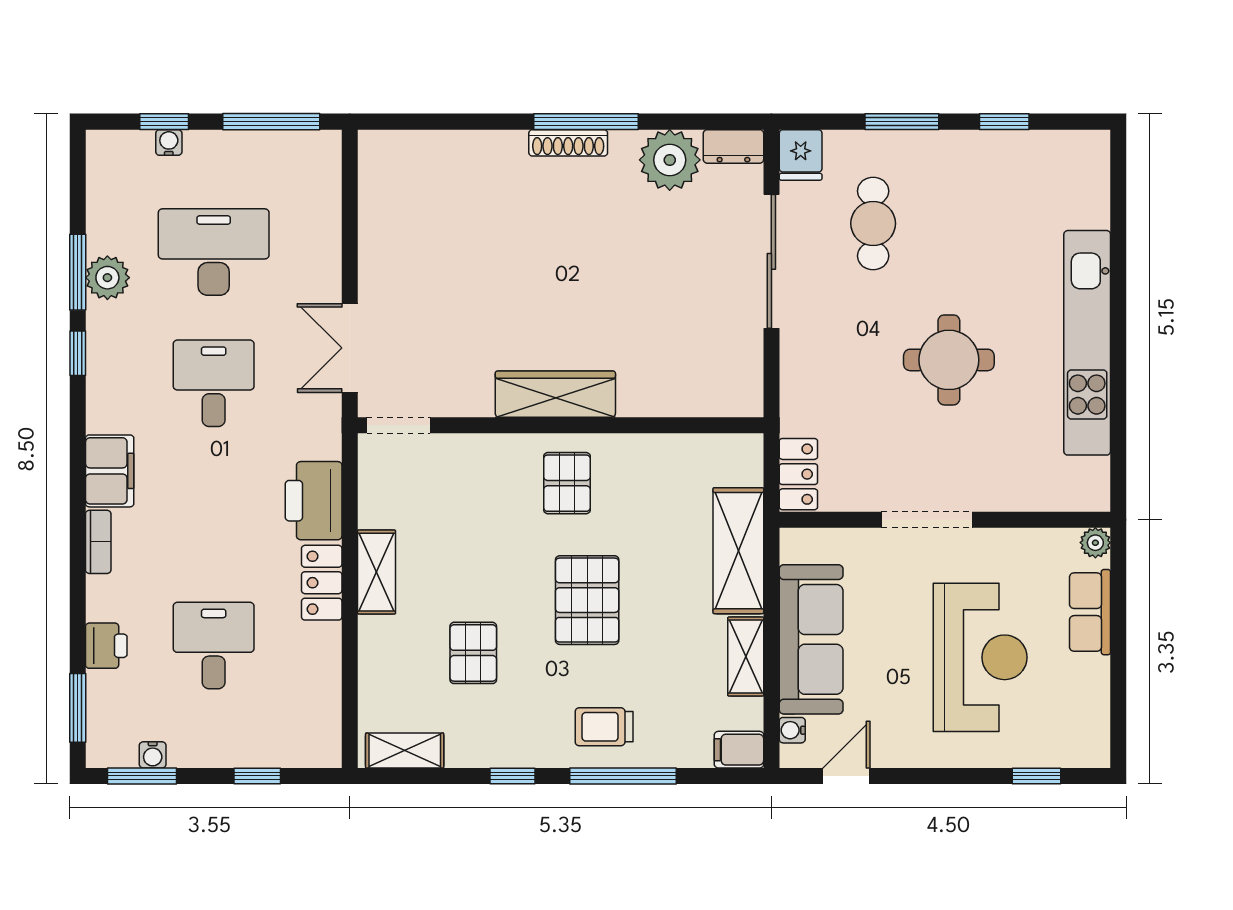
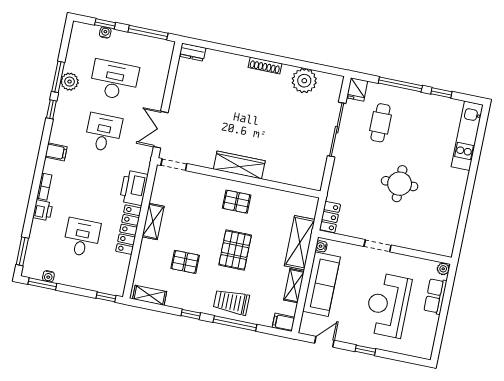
window: (586, 122) -> (274, 58), removed
window: (902, 122) -> (400, 84), width x1.44
dresser: (733, 146) -> (192, 52), moved
kitchen unit: (1087, 343) -> (467, 136), moved, width x0.73
filing cabinet: (110, 471) -> (56, 152), width x0.50
pallet: (567, 483) -> (237, 202), turned 90
doorway: (927, 520) -> (378, 246), width x0.73
locker: (322, 583) -> (129, 230), width x1.53
printer: (106, 646) -> (43, 210), moved
pallet: (473, 653) -> (185, 262), turned 90
reception desk: (980, 657) -> (388, 305), turned 180
trolley: (604, 727) -> (231, 302), width x1.36, depth x1.39
water cooler: (792, 730) -> (321, 246), moved
window: (257, 776) -> (106, 297), moved
window: (1037, 776) -> (365, 350), moved

